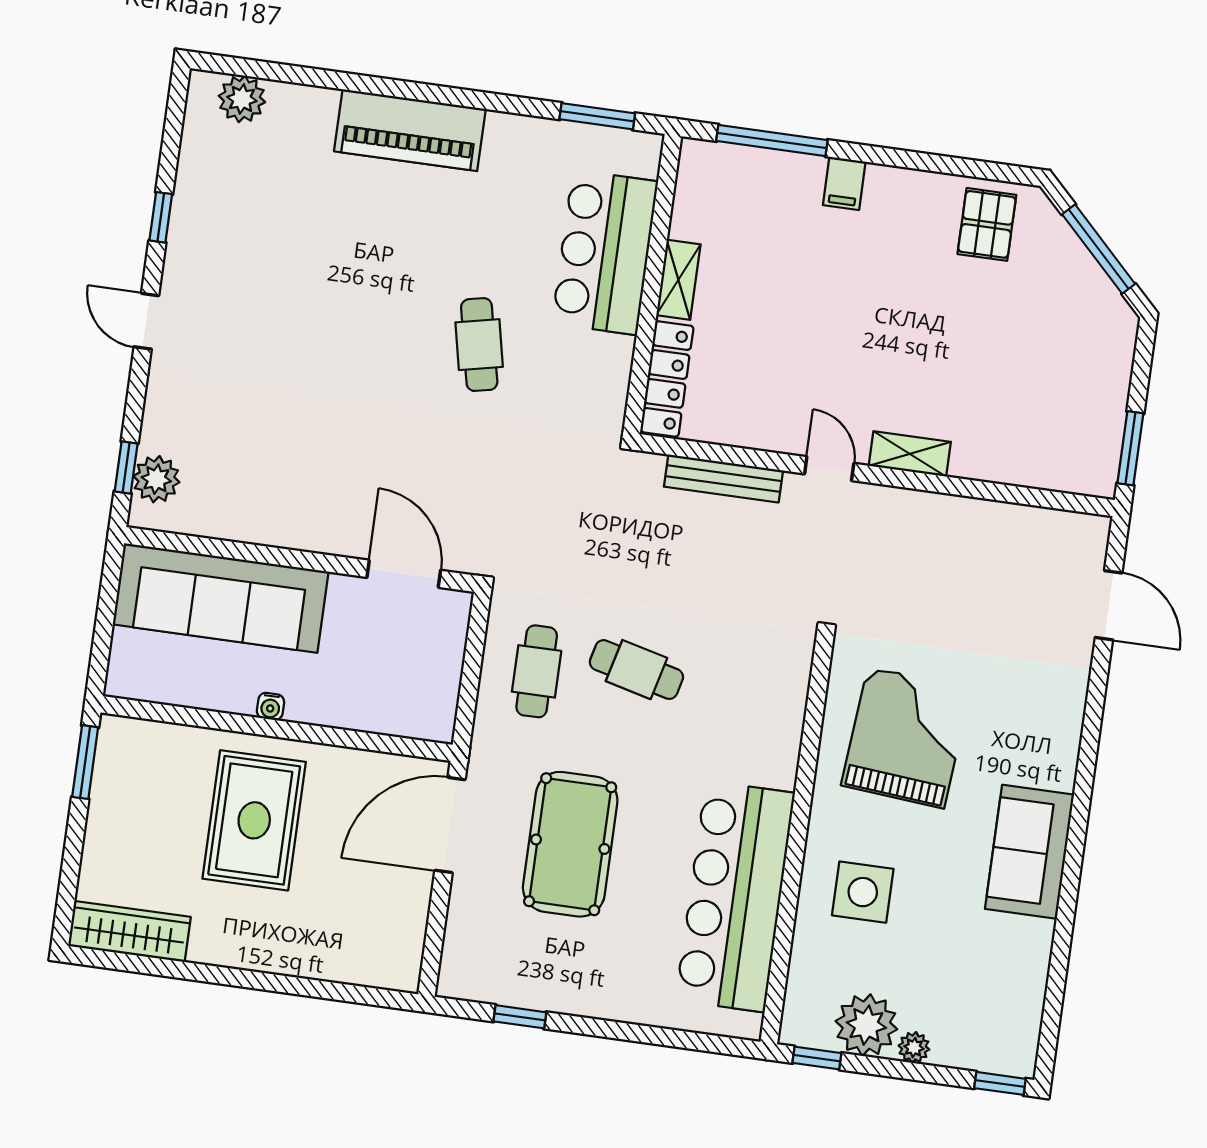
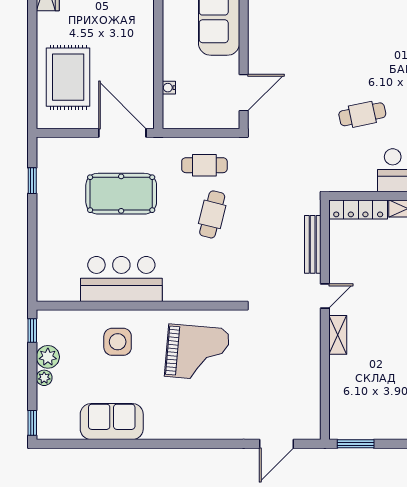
water cooler: (270, 706) -> (169, 88), moved
rug: (254, 820) -> (68, 77), moved, turned 90
sofa: (1030, 852) -> (112, 422), moved
bar counter: (735, 897) -> (121, 279), width x0.73
plant: (866, 1025) -> (48, 357), width x0.73, depth x0.73

